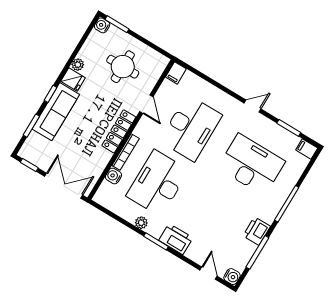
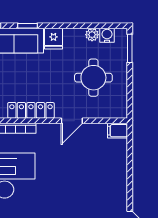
water cooler: (102, 25) -> (107, 35), moved
plant: (78, 65) -> (92, 35), moved
desk: (191, 128) -> (75, 176), removed

